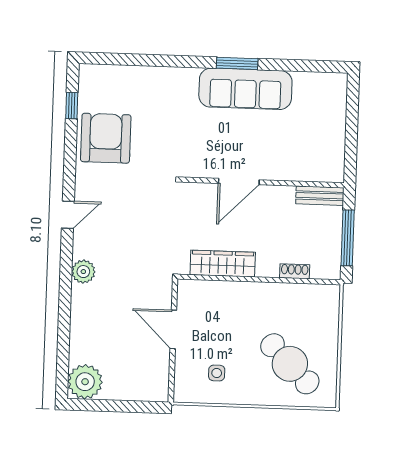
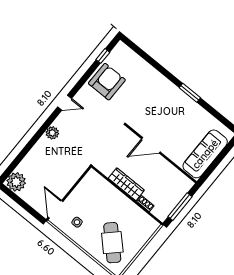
sofa: (245, 89) -> (205, 154), moved, turned 90
bench: (320, 196) -> (182, 179), removed
wardrobe: (223, 264) -> (126, 184), moved
door: (173, 329) -> (55, 209), moved

